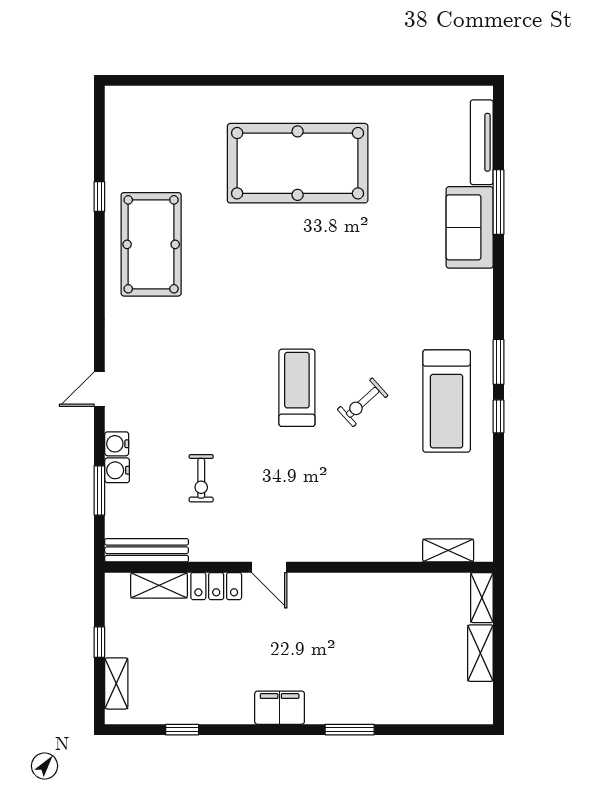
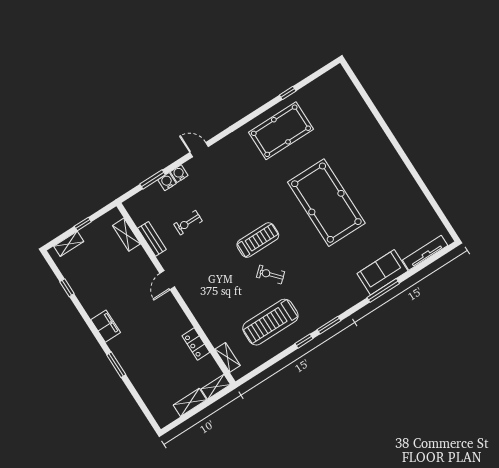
pool table: (298, 163) -> (326, 203), moved
window: (499, 202) -> (383, 290), moved
treadmill: (447, 401) -> (270, 322), moved
bench: (147, 550) -> (152, 239), moved, width x0.73
locker: (216, 586) -> (196, 344), moved

